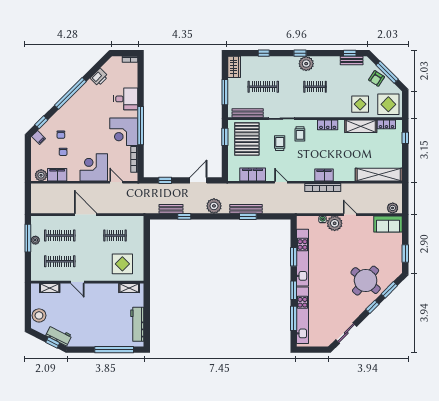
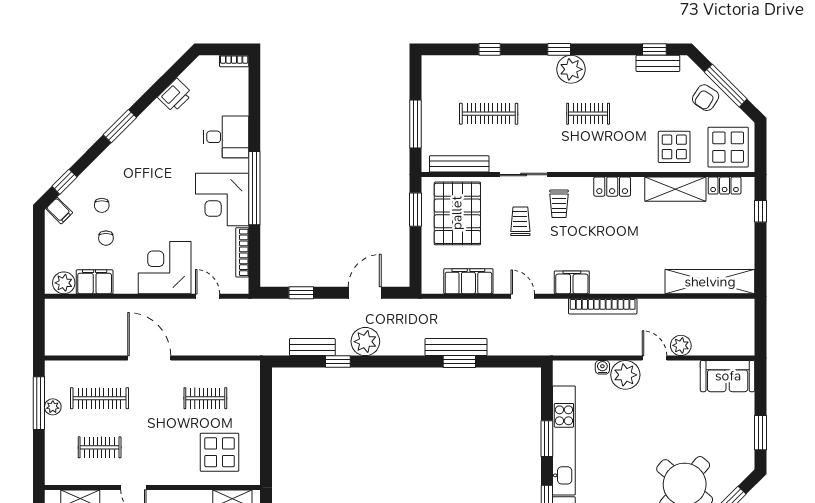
wardrobe: (234, 67) -> (433, 76), removed
window: (70, 93) -> (120, 126), width x0.47
filing cabinet: (324, 175) -> (572, 282), moved
plant: (214, 206) -> (365, 342), moved
plant: (393, 208) -> (681, 345), moved
clothes rail: (60, 261) -> (100, 447), width x0.73

